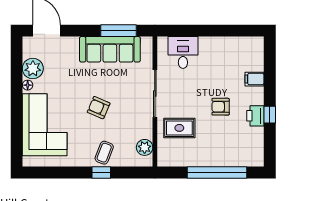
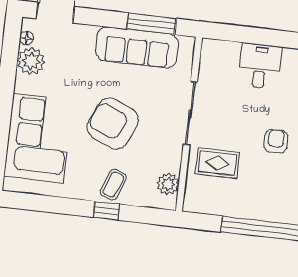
desk: (183, 53) -> (260, 66), moved
floor lamp: (28, 85) -> (26, 38), moved
armchair: (221, 107) -> (276, 141), turned 90
armchair: (99, 108) -> (113, 124), width x1.88, depth x1.88

